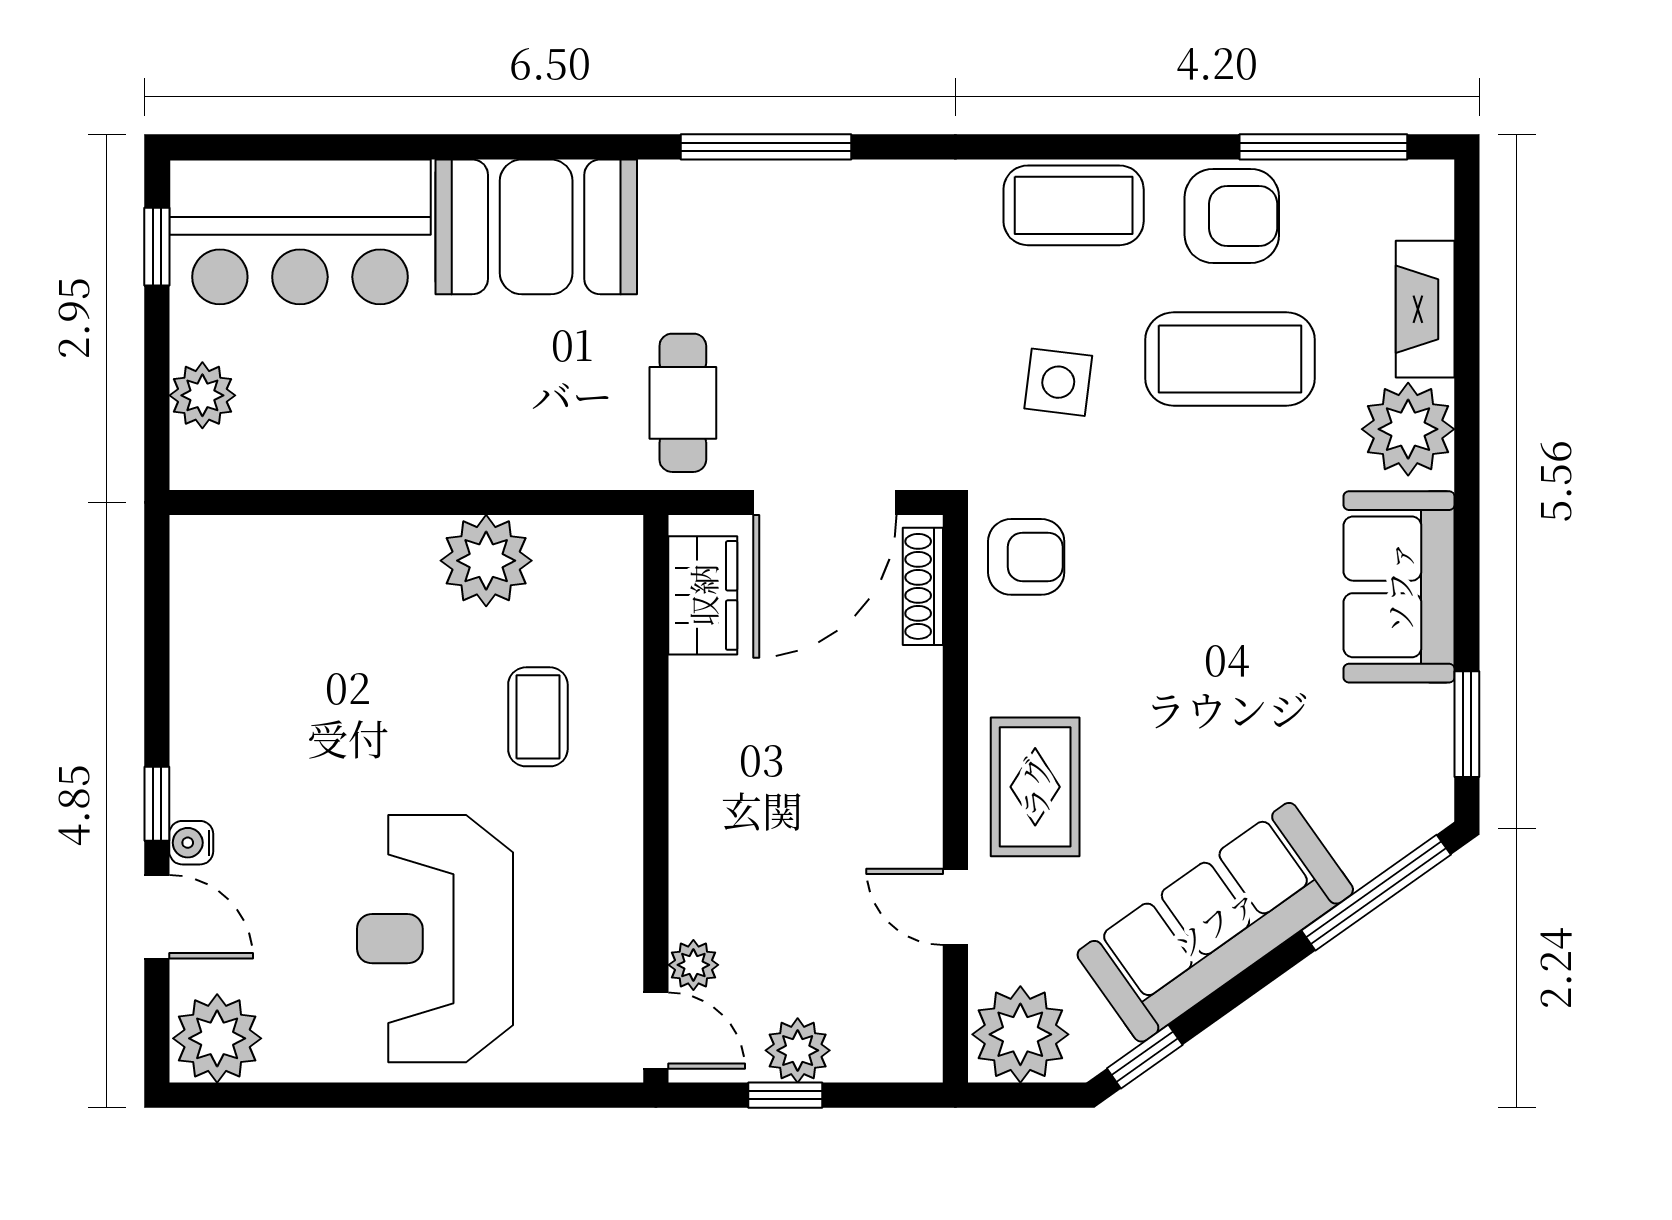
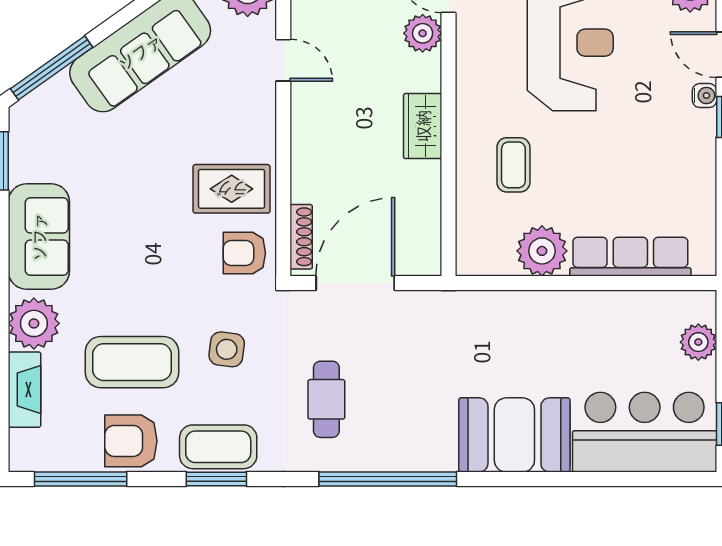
window: (766, 147) -> (388, 479), width x1.46
window: (1077, 147) -> (216, 479), added
cafe table: (683, 403) -> (326, 399), moved
row of seats: (326, 550) -> (630, 257), added
wardrobe: (703, 595) -> (423, 126), moved
rug: (1035, 787) -> (232, 189), moved, turned 90
plant: (693, 965) -> (423, 33), width x1.38, depth x1.38

